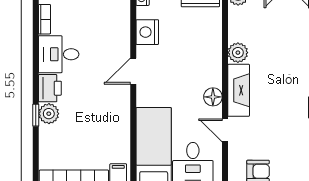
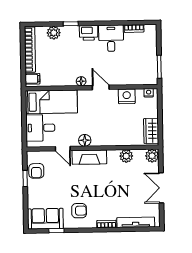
plant: (238, 53) -> (126, 156), moved
floor lamp: (123, 101) -> (81, 81), added
plant: (49, 114) -> (54, 33), moved
door: (225, 130) -> (63, 149), swing flipped

